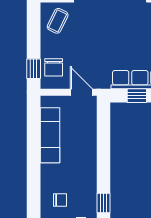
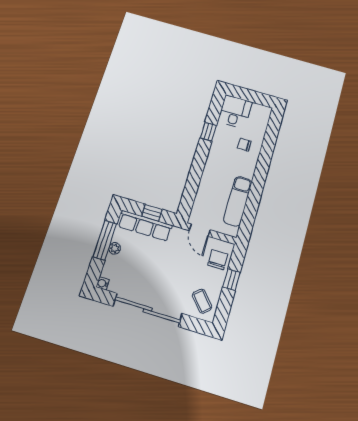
coffee table: (58, 21) -> (202, 301), turned -68
window: (34, 69) -> (231, 280), moved

